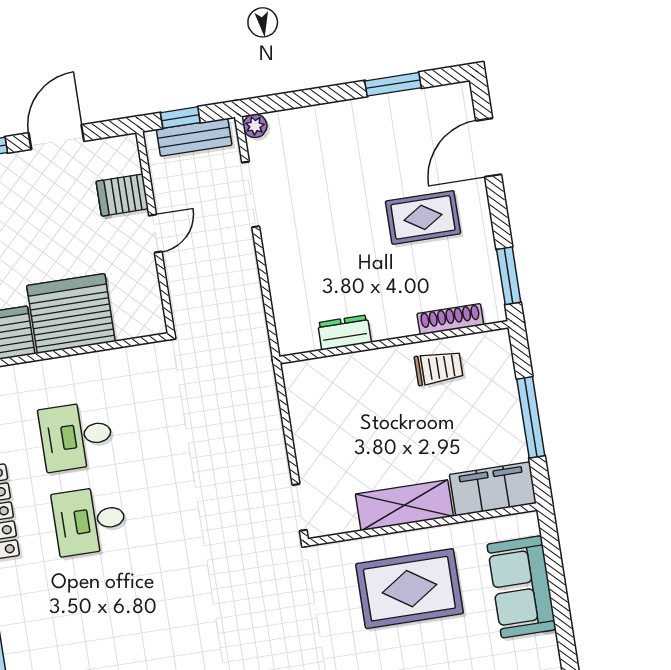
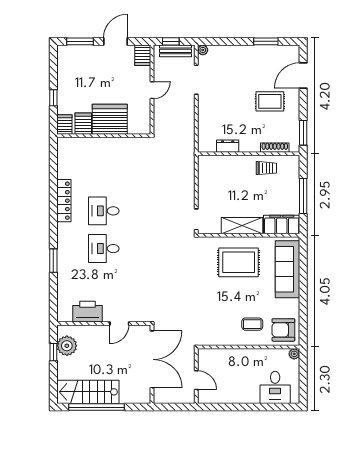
server rack: (122, 195) -> (143, 55), moved, turned -90
desk: (76, 436) -> (104, 249), moved
sofa: (522, 587) -> (288, 269), width x1.36

